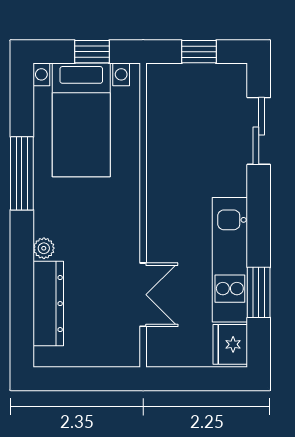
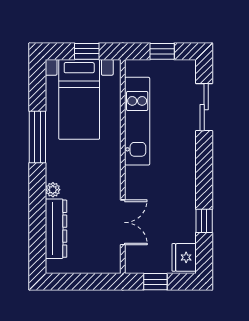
kitchen unit: (230, 260) -> (137, 121), moved, turned 180
window: (259, 292) -> (204, 221), width x0.67
window: (189, 379) -> (155, 282), added

